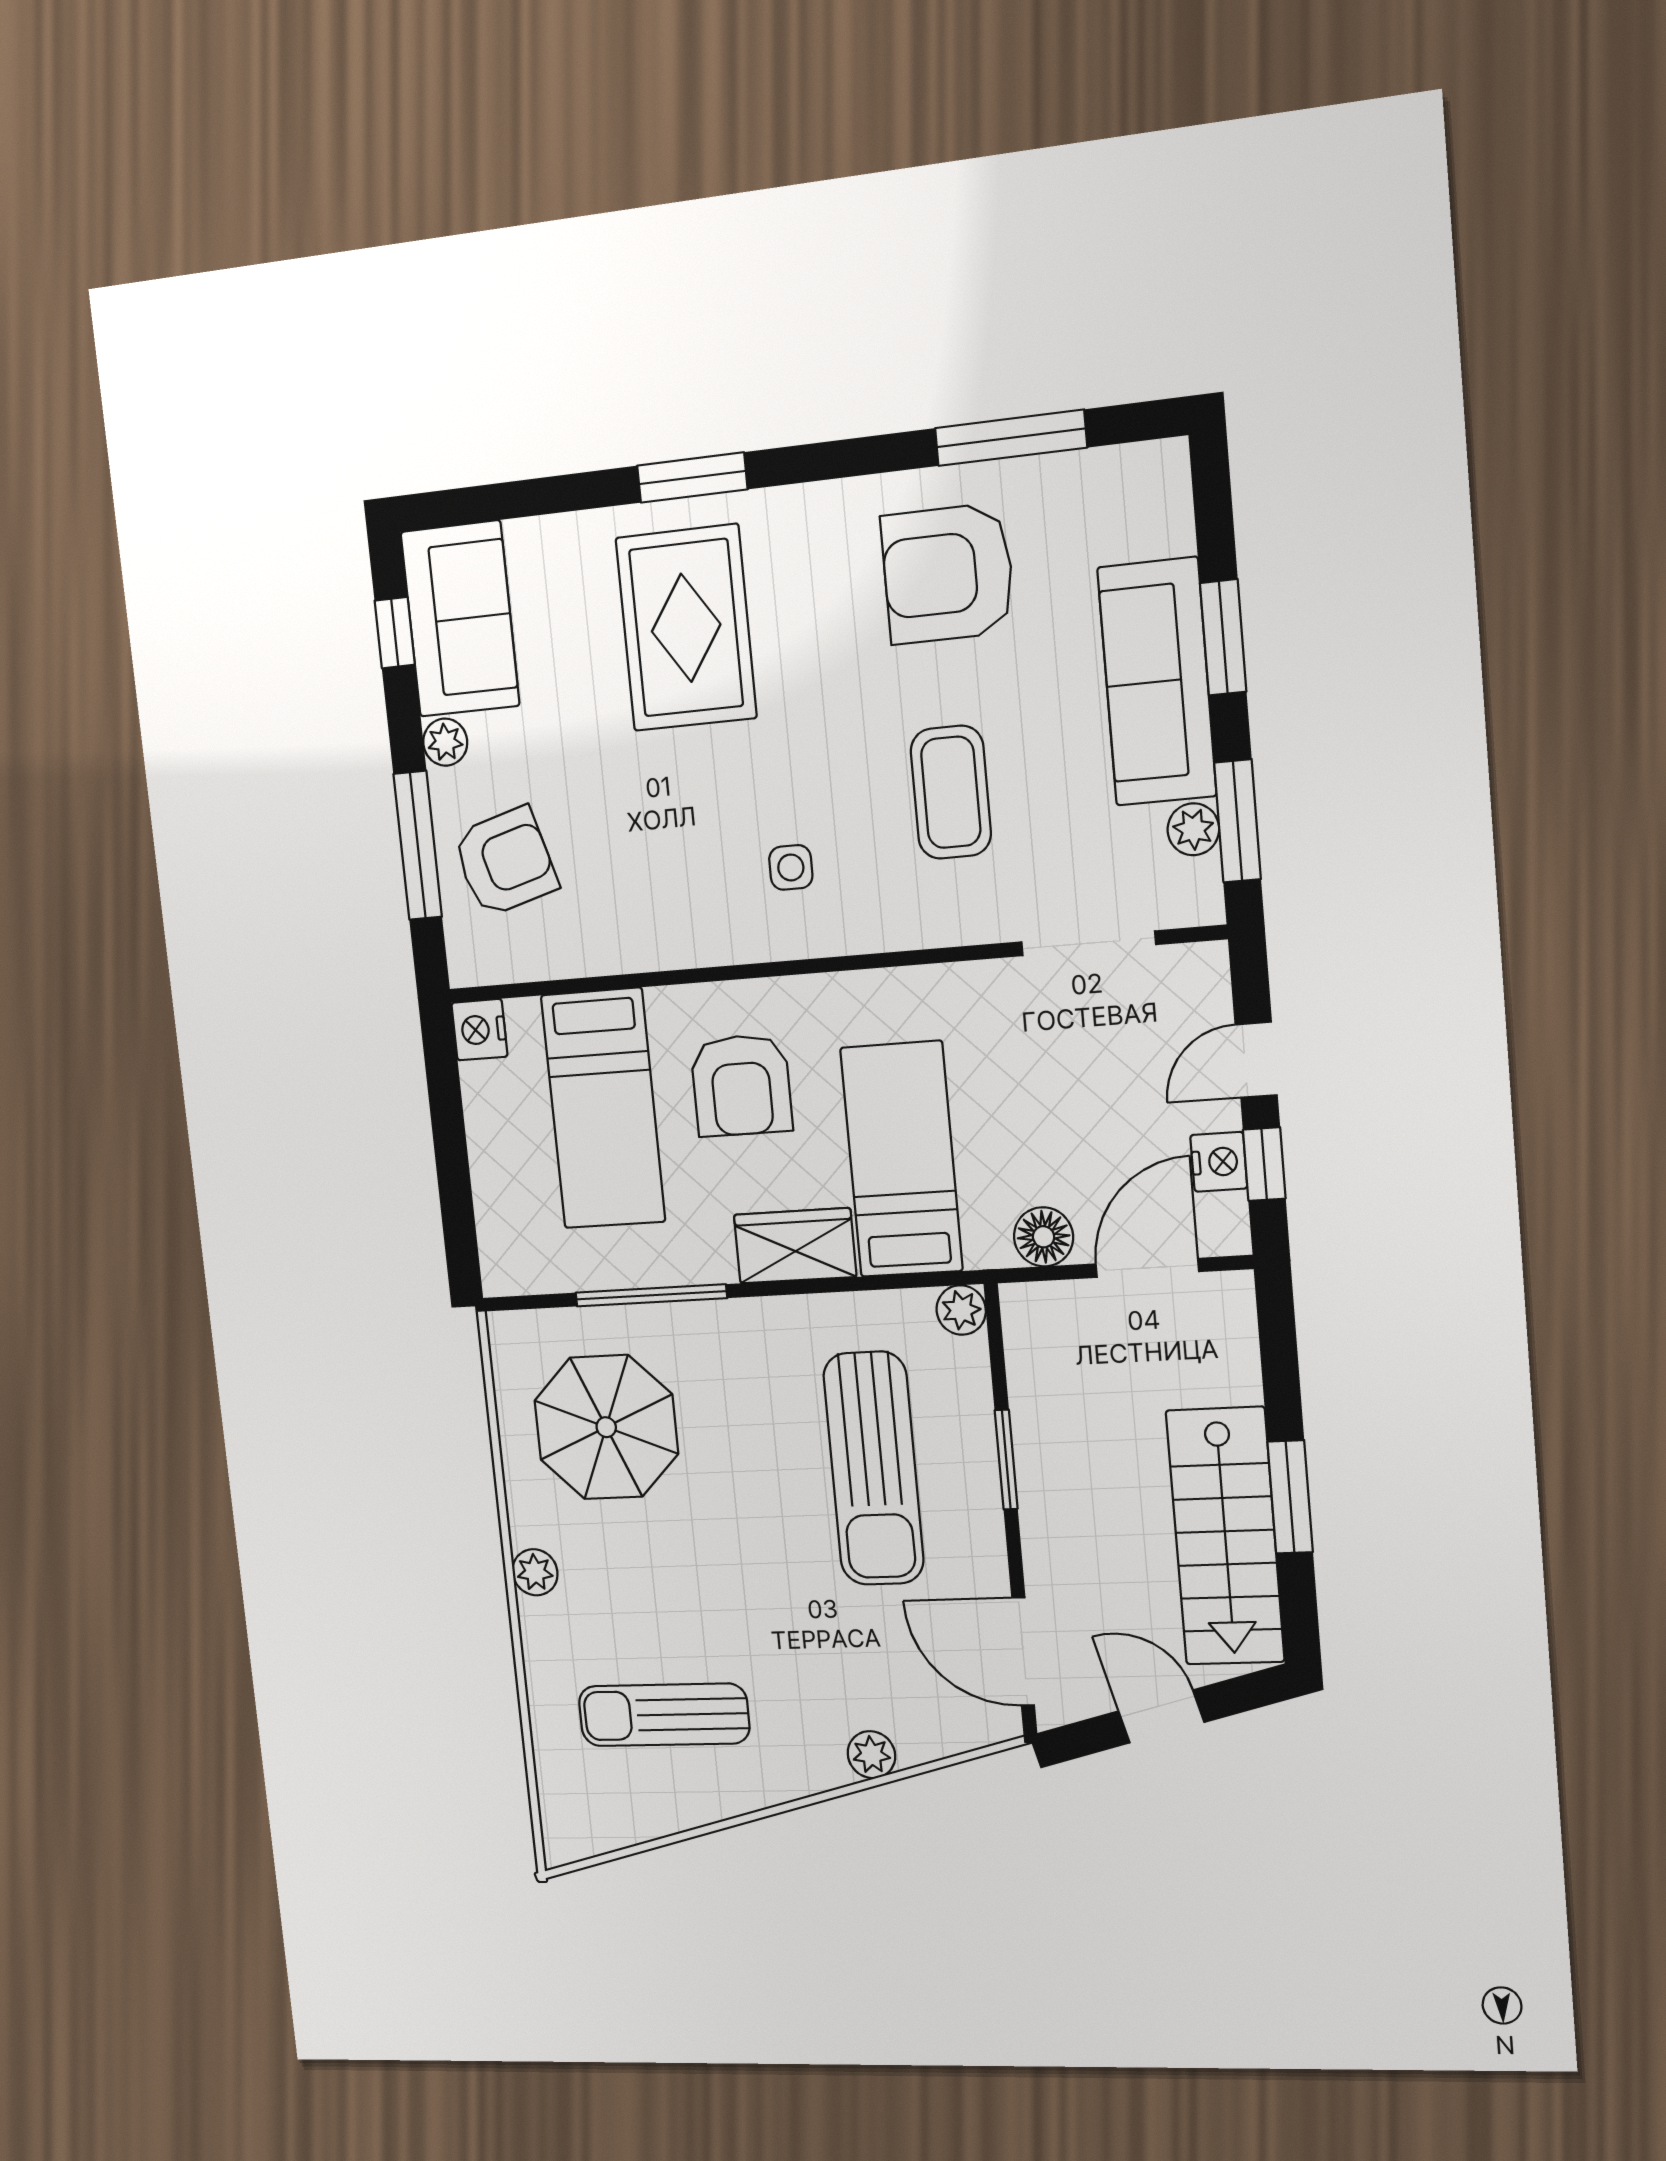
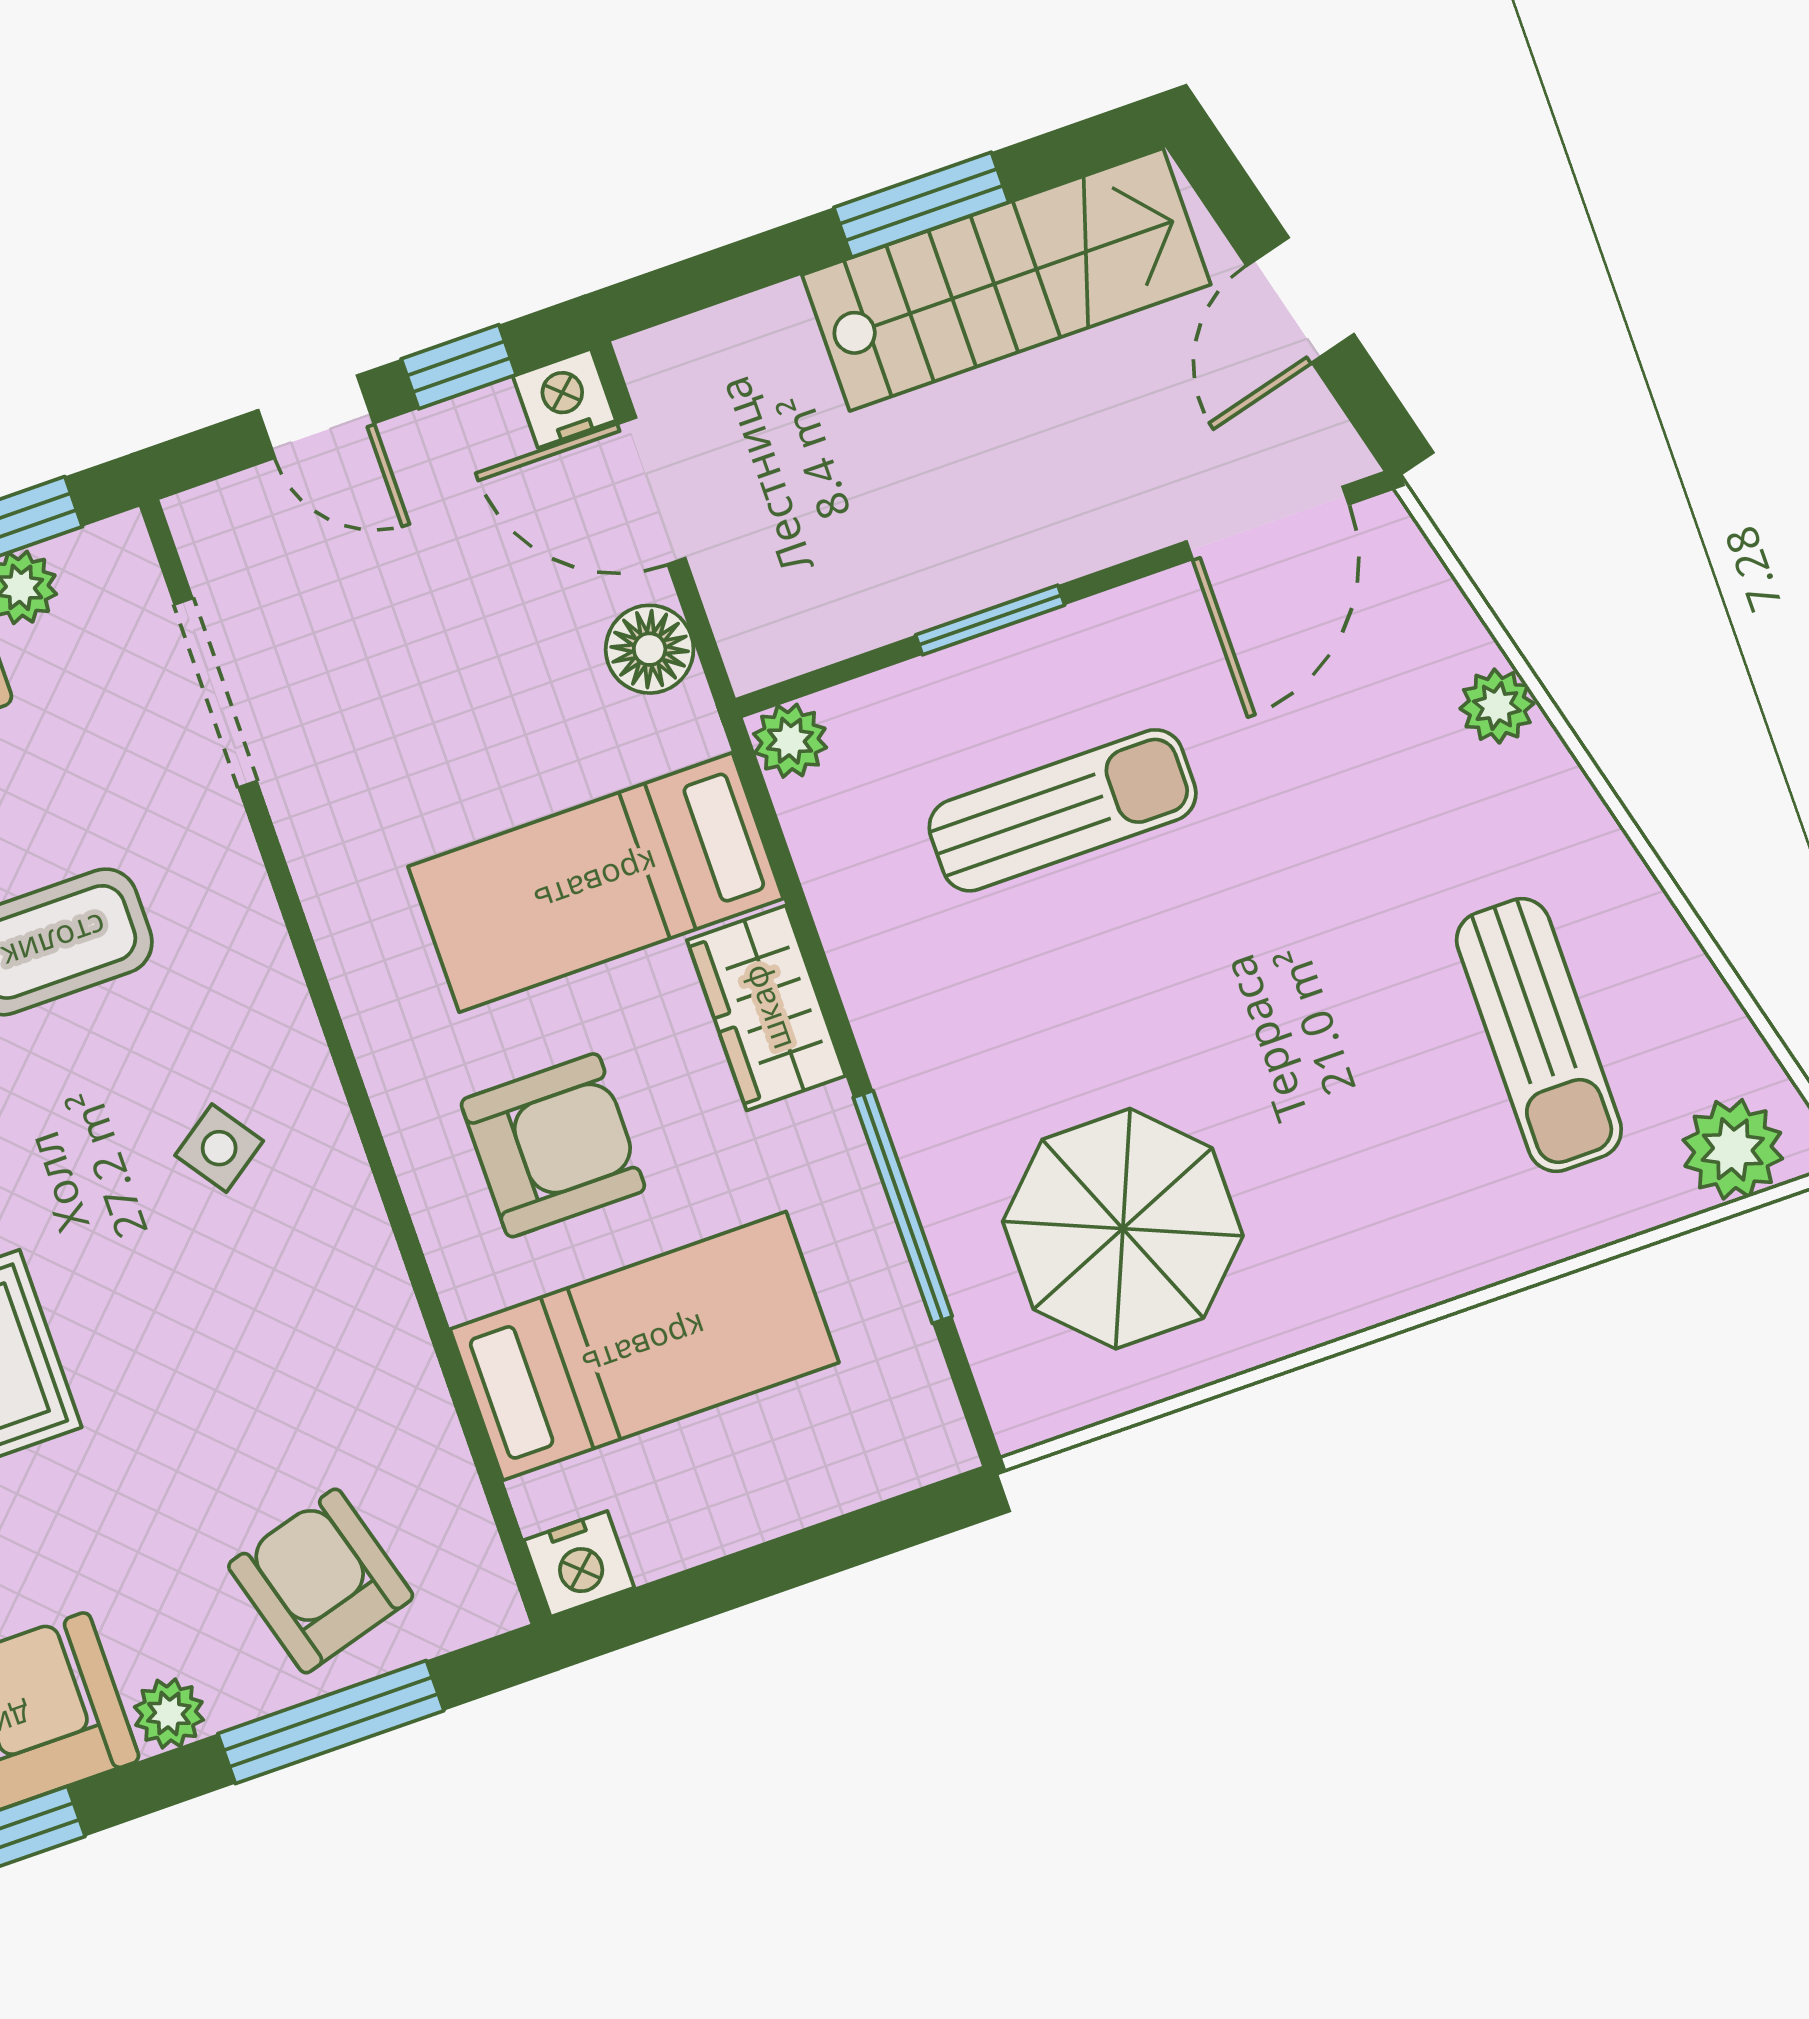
side table: (791, 867) -> (219, 1148), turned -35
nightstand: (1219, 1162) -> (564, 398), moved
sun lounger: (874, 1469) -> (1063, 810), width x0.73, depth x0.75
plant: (535, 1572) -> (1733, 1149), moved, width x1.38, depth x1.38

